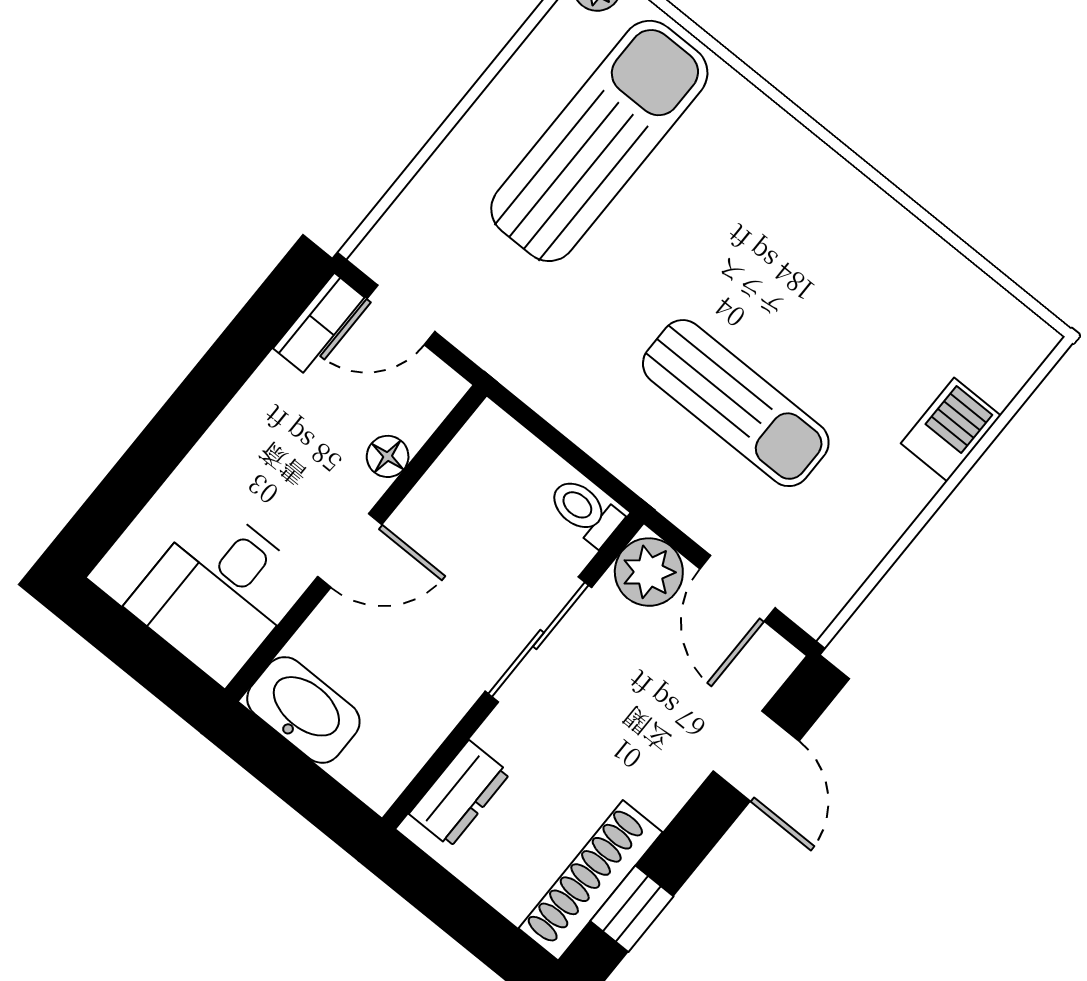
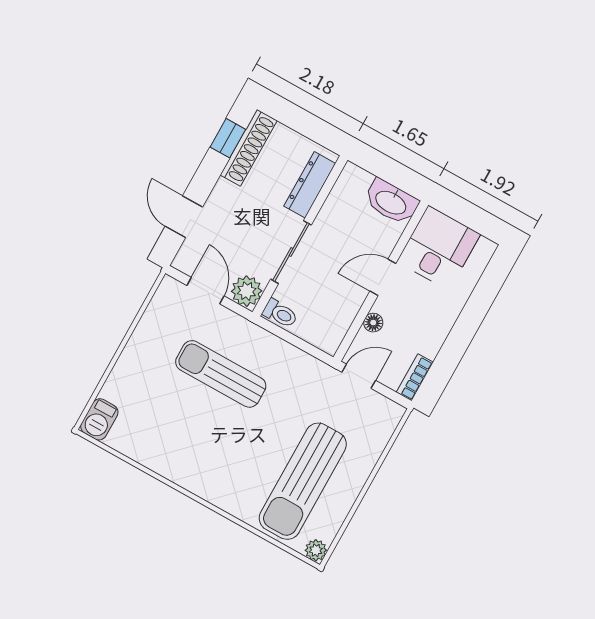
door: (401, 315) -> (359, 376), moved
barbecue: (951, 429) -> (99, 419), moved
dresser: (460, 794) -> (310, 185), width x1.44

